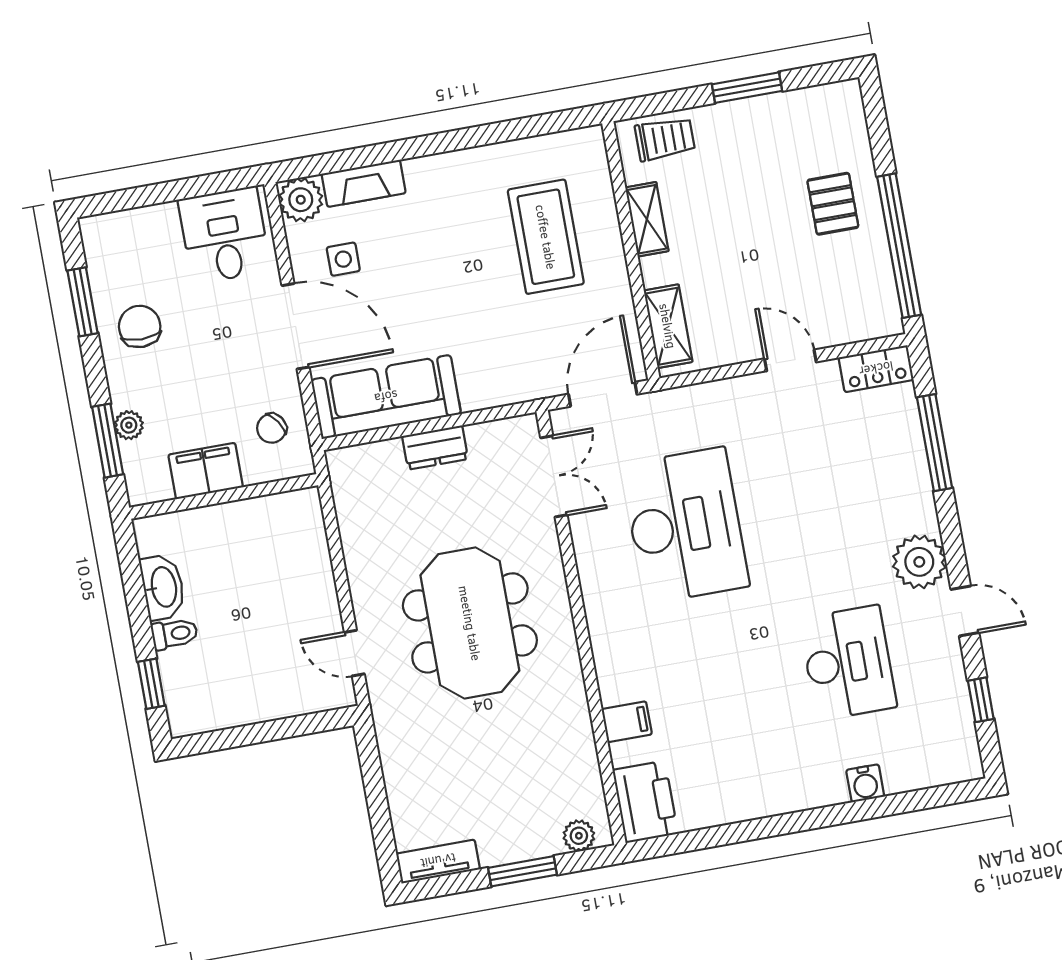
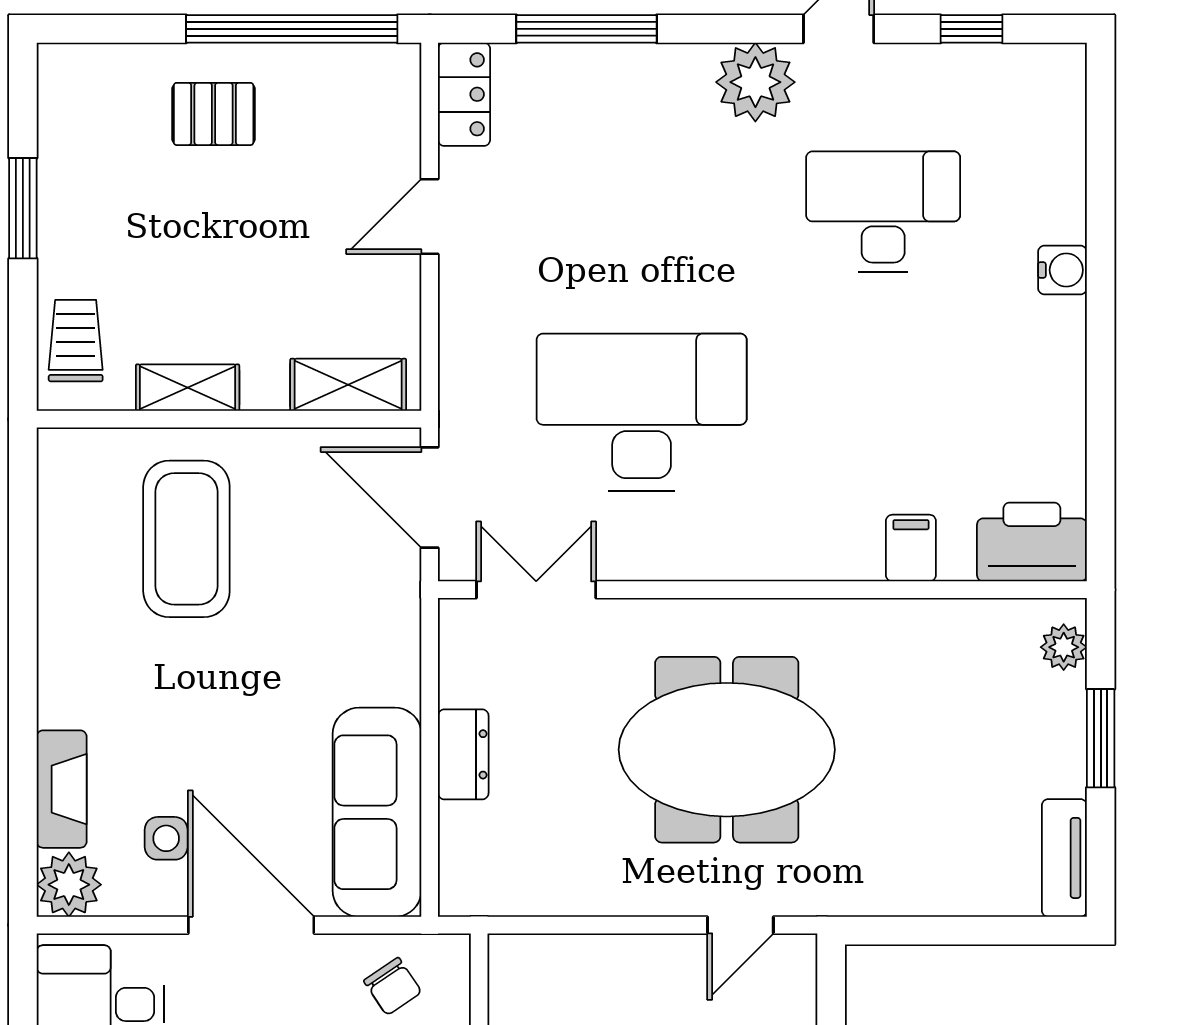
coffee table: (546, 237) -> (186, 539), turned 90
door: (296, 326) -> (251, 925), hinge flipped
water cooler: (865, 783) -> (1062, 270), moved

